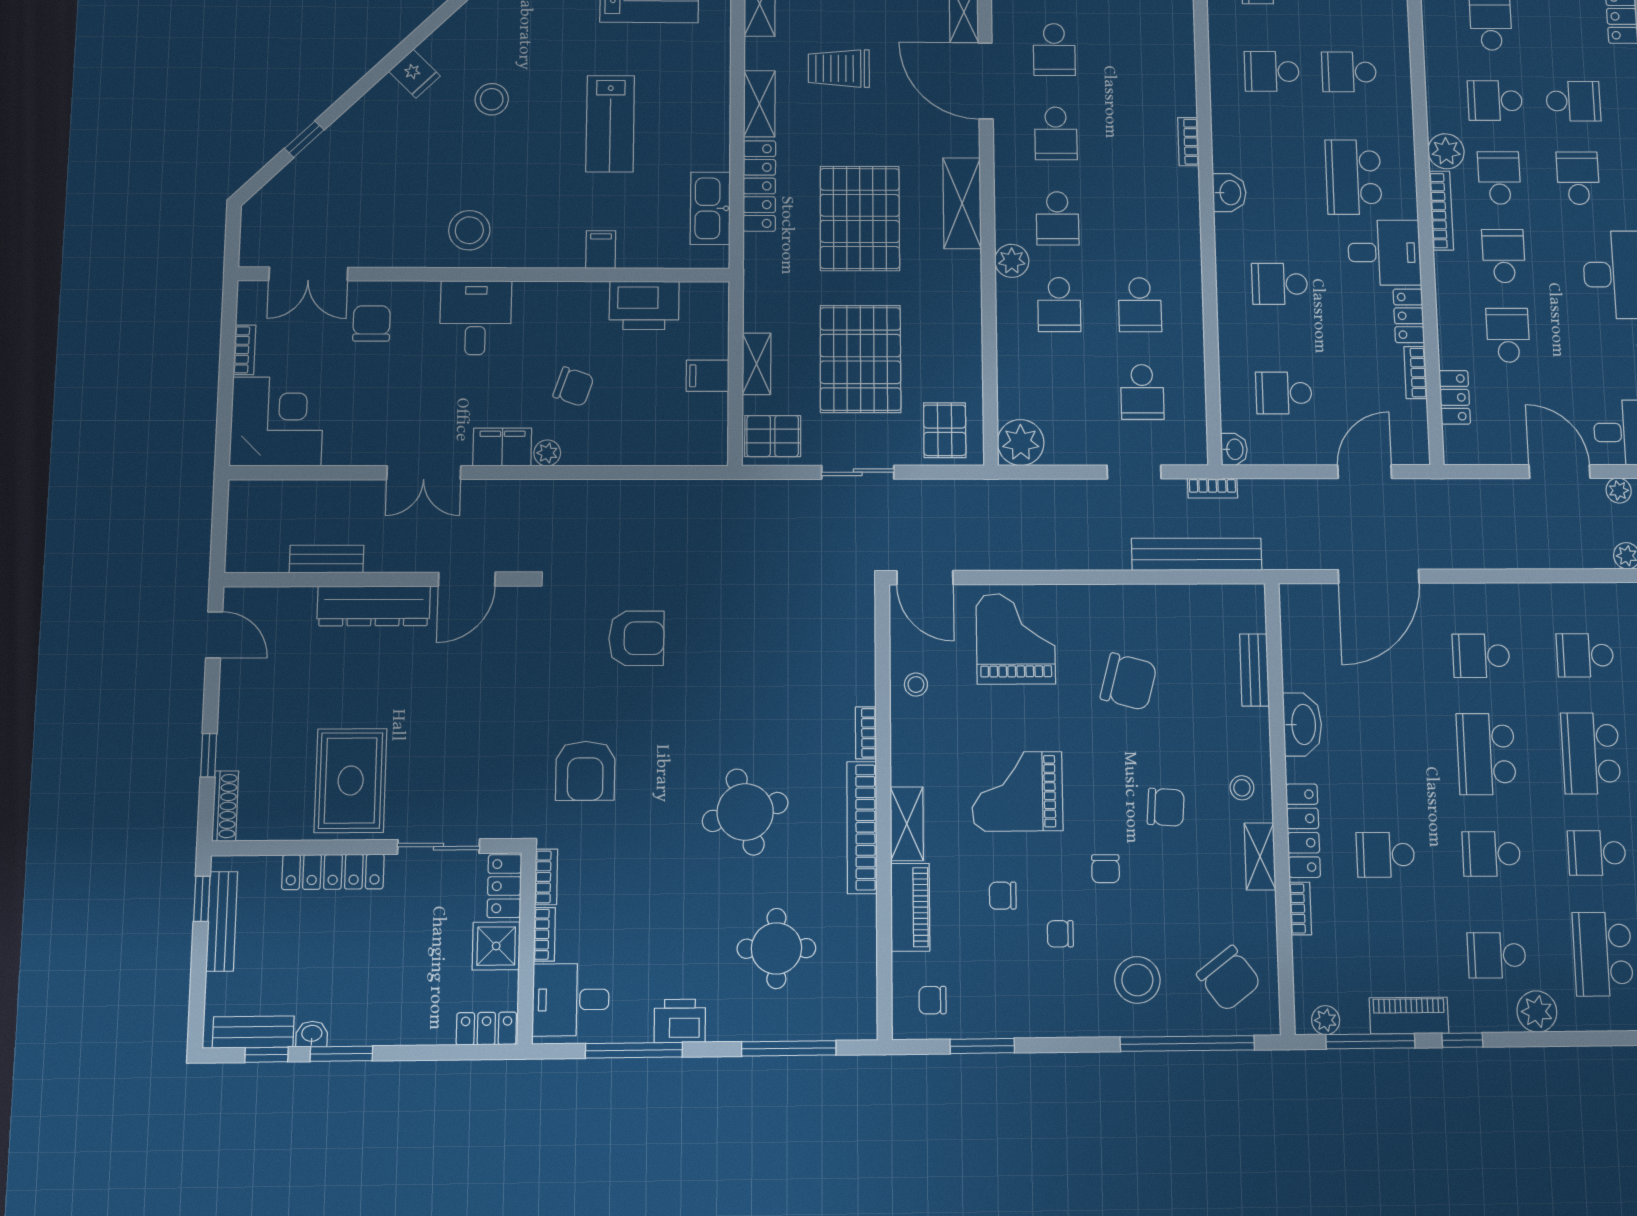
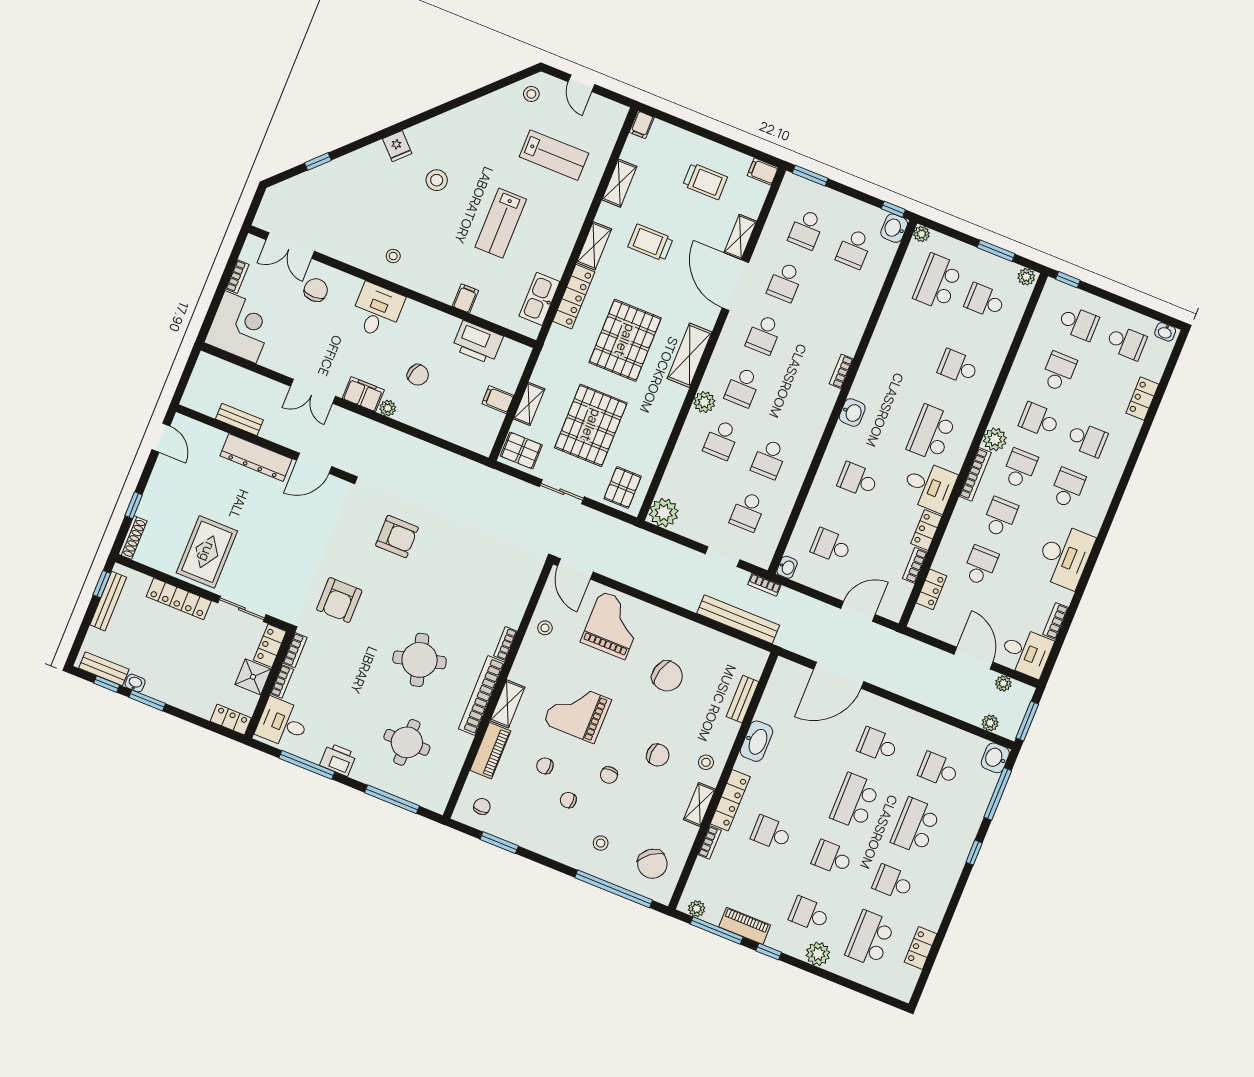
school desk: (1272, 71) -> (911, 348), removed
stool: (469, 230) -> (393, 256), width x0.53, depth x0.53
stool: (1137, 980) -> (601, 843), width x0.53, depth x0.53
chair: (933, 1000) -> (482, 806), turned 90

